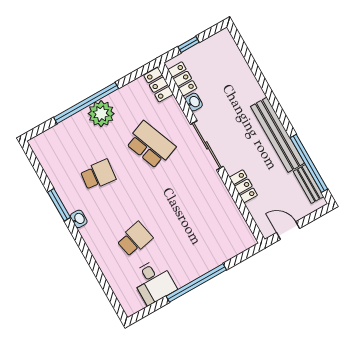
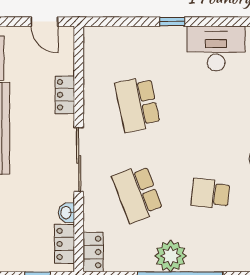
school desk: (135, 239) -> (137, 104), moved, width x1.85
desk: (153, 282) -> (216, 49), width x1.37
window: (196, 283) -> (172, 22), width x0.32

